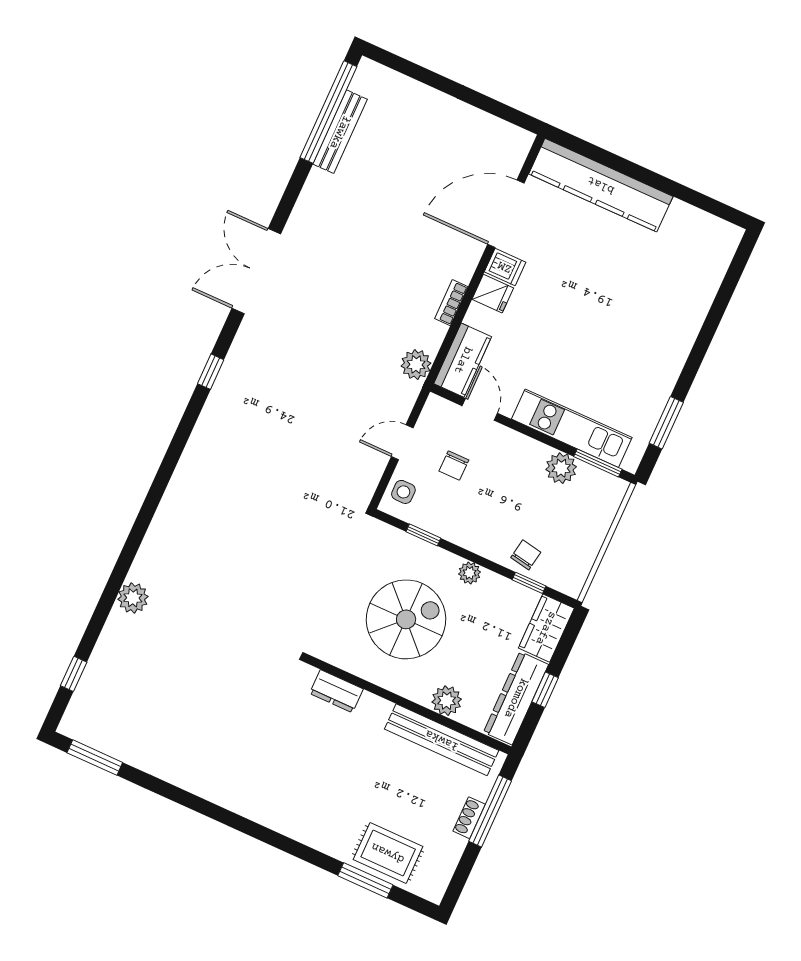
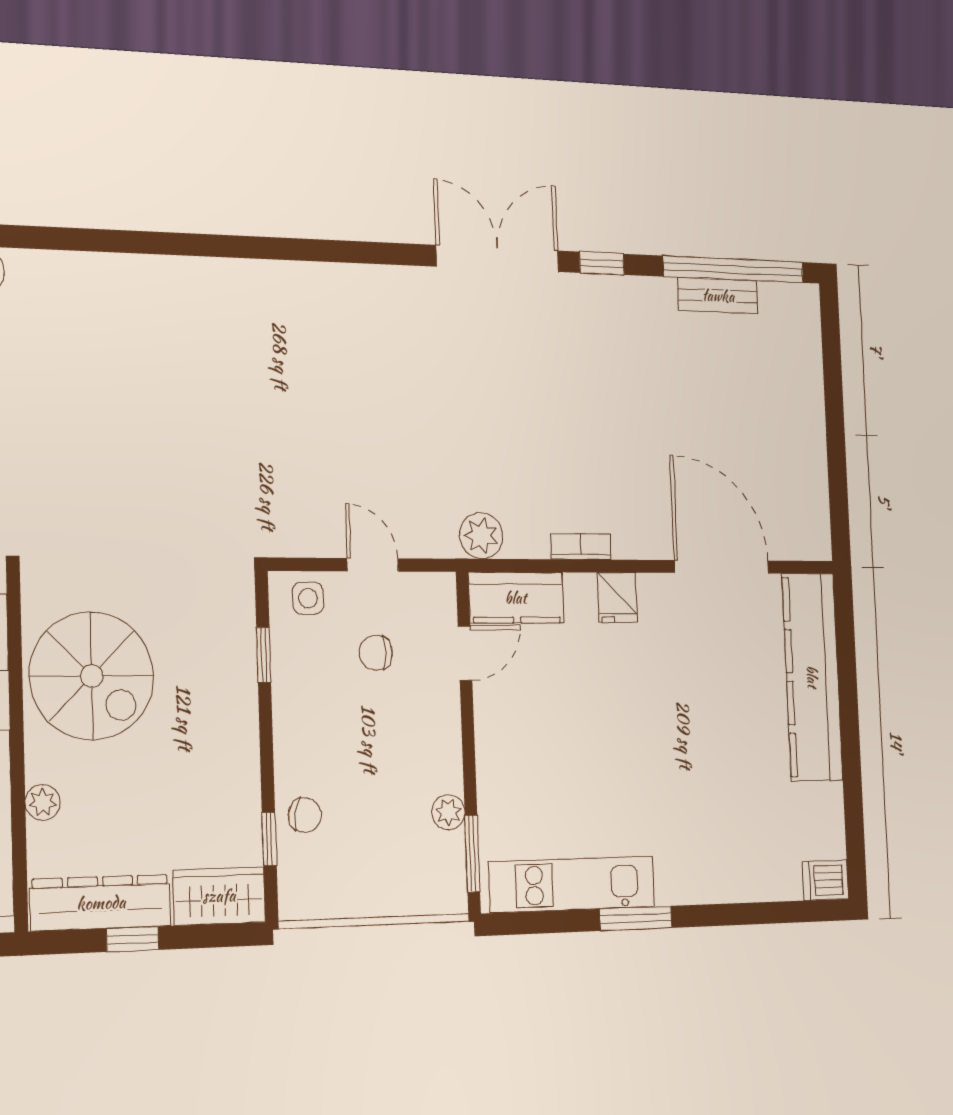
bench: (340, 132) -> (718, 296), width x0.73
dishwasher: (505, 267) -> (826, 880), moved, turned 90
window: (211, 372) -> (602, 263), moved
window: (666, 423) -> (636, 918), moved
kitchen unit: (572, 428) -> (572, 884), moved, turned -90
plant: (561, 468) -> (448, 812), width x0.73, depth x0.73
plant: (470, 573) -> (243, 747), removed
spiral stairs: (406, 619) -> (92, 676), moved
plant: (447, 701) -> (43, 802), width x0.73, depth x0.73

